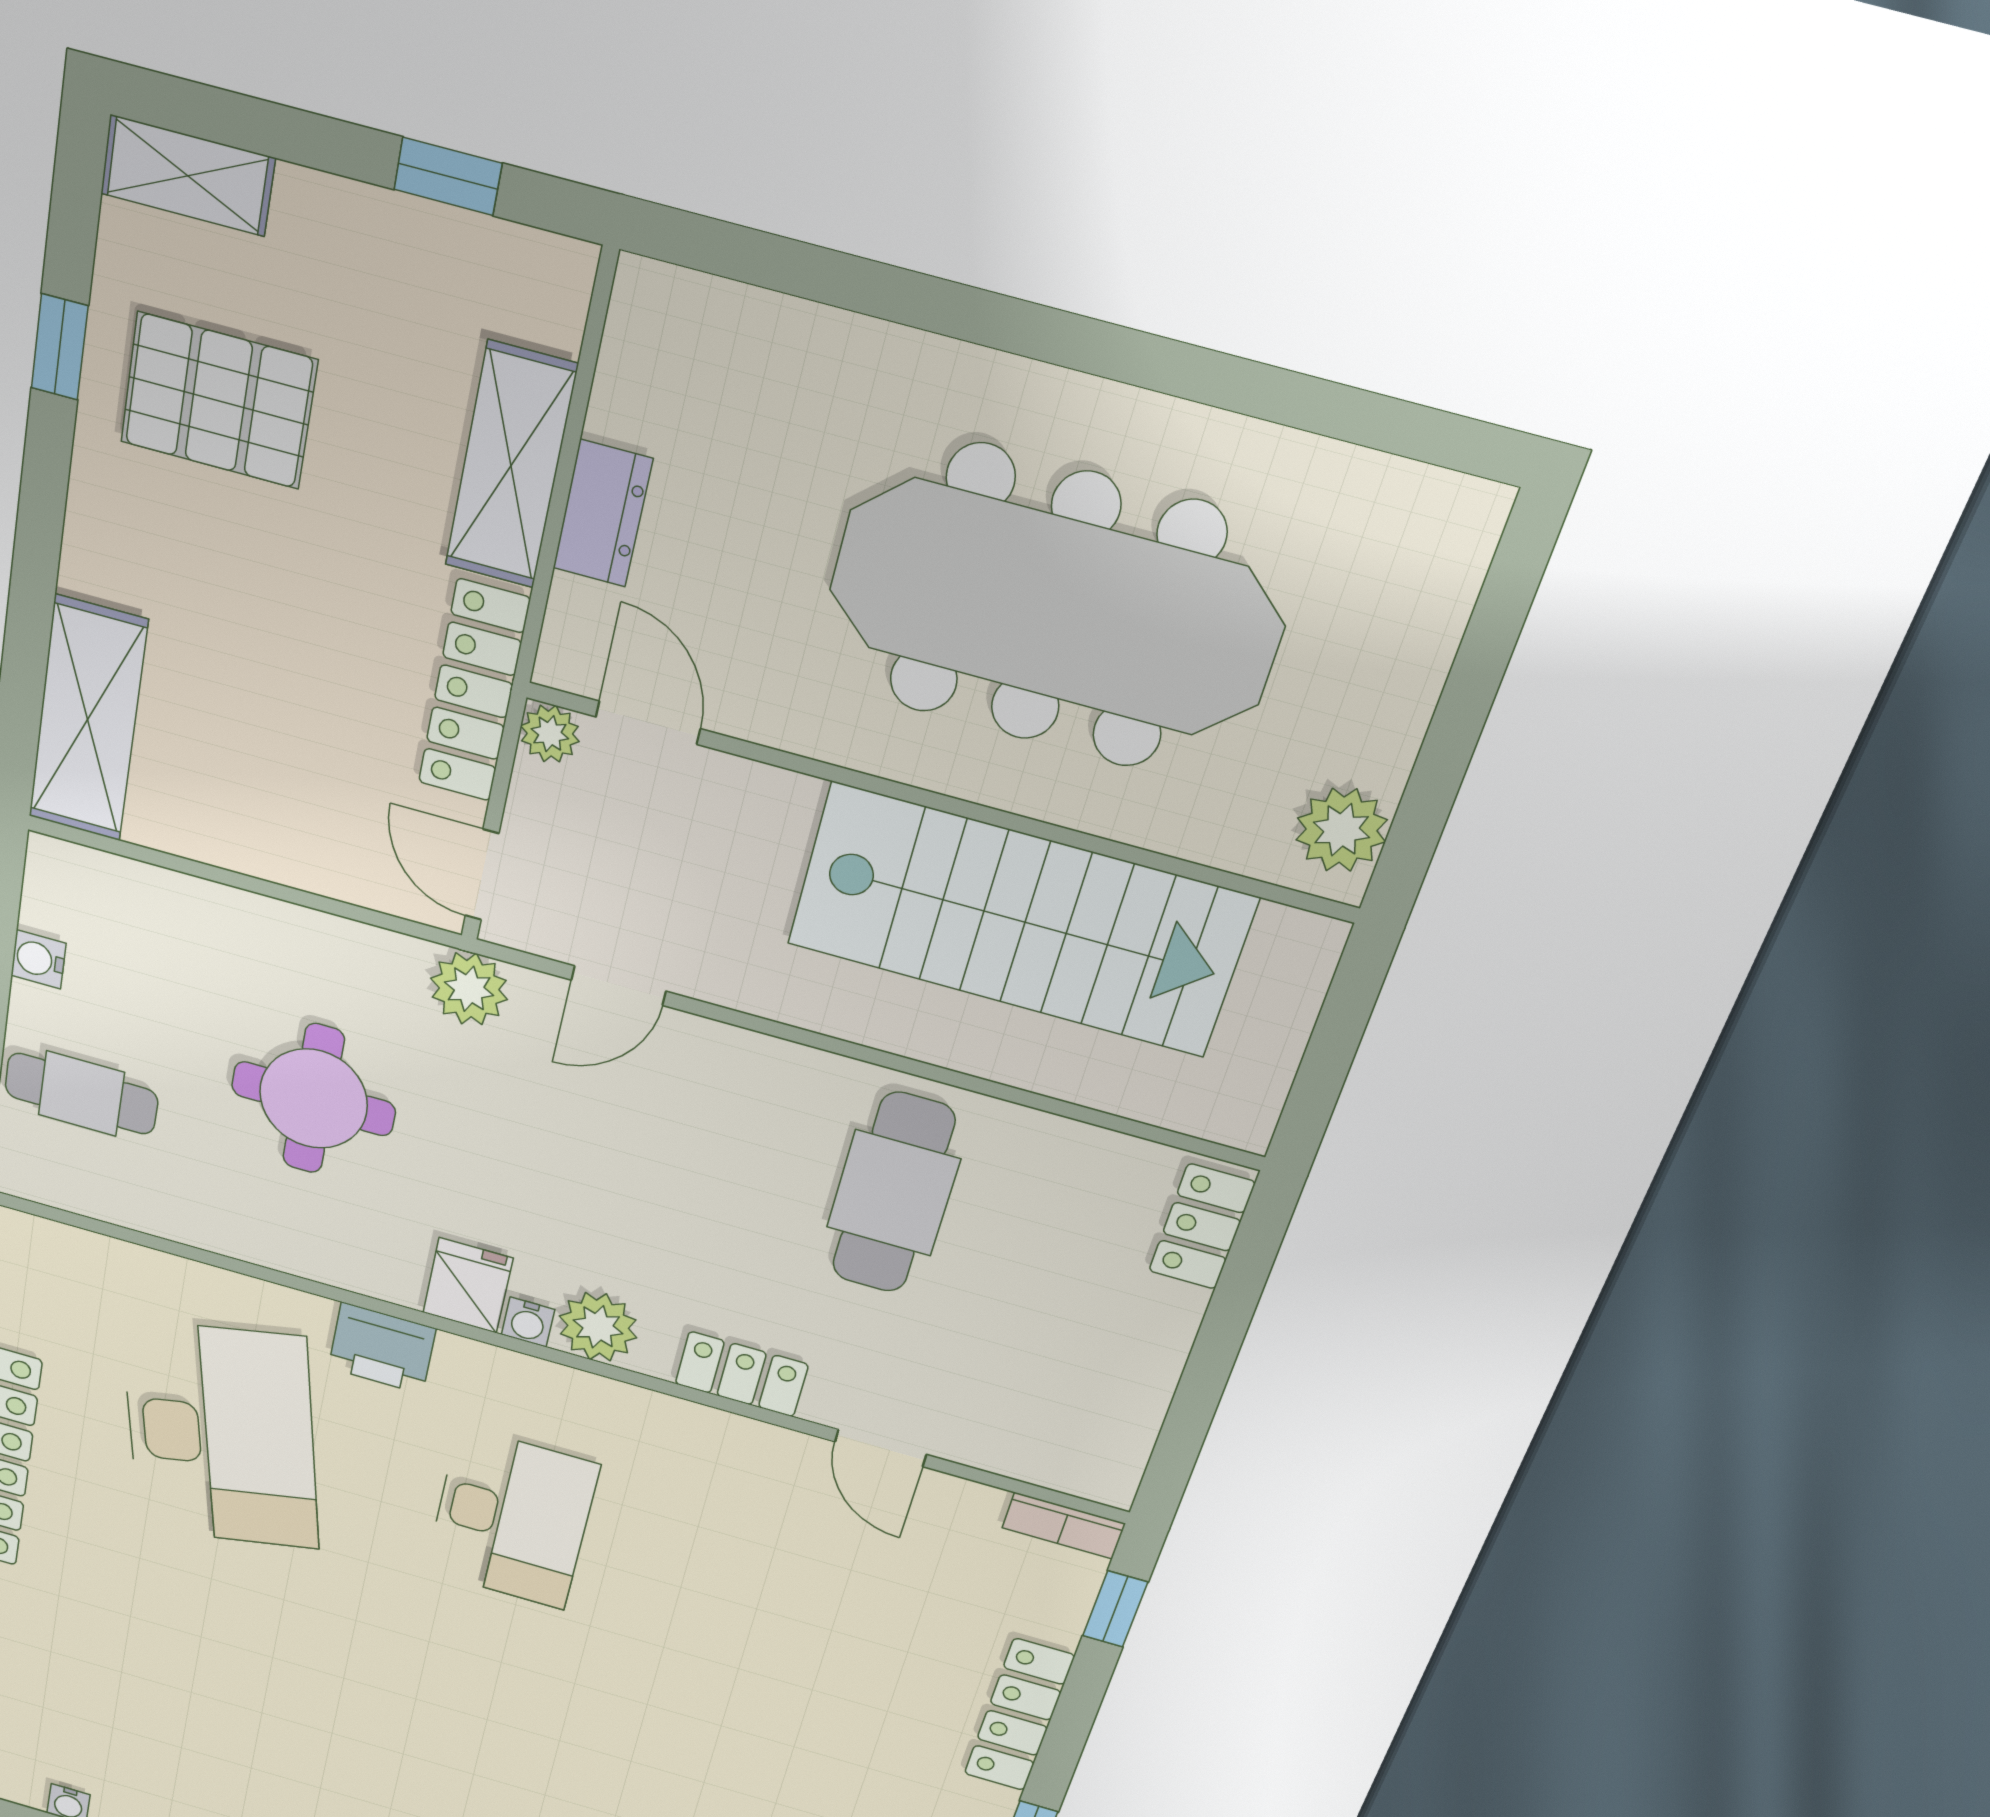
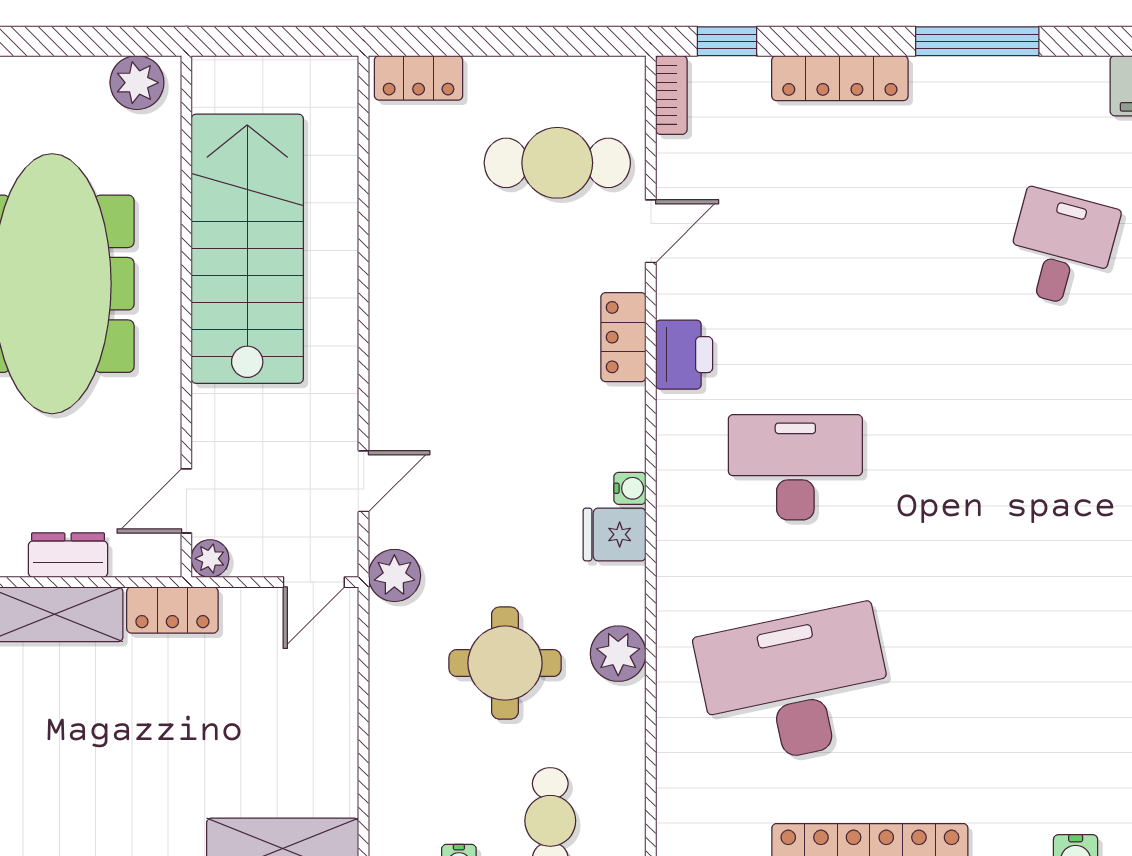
pallet: (219, 401) -> (63, 793), removed
locker: (474, 691) -> (172, 610), width x0.66
door: (619, 986) -> (364, 481), hinge flipped
cafe table: (893, 1193) -> (557, 163), moved
plant: (598, 1327) -> (618, 654), moved
printer: (382, 1348) -> (684, 355), moved

